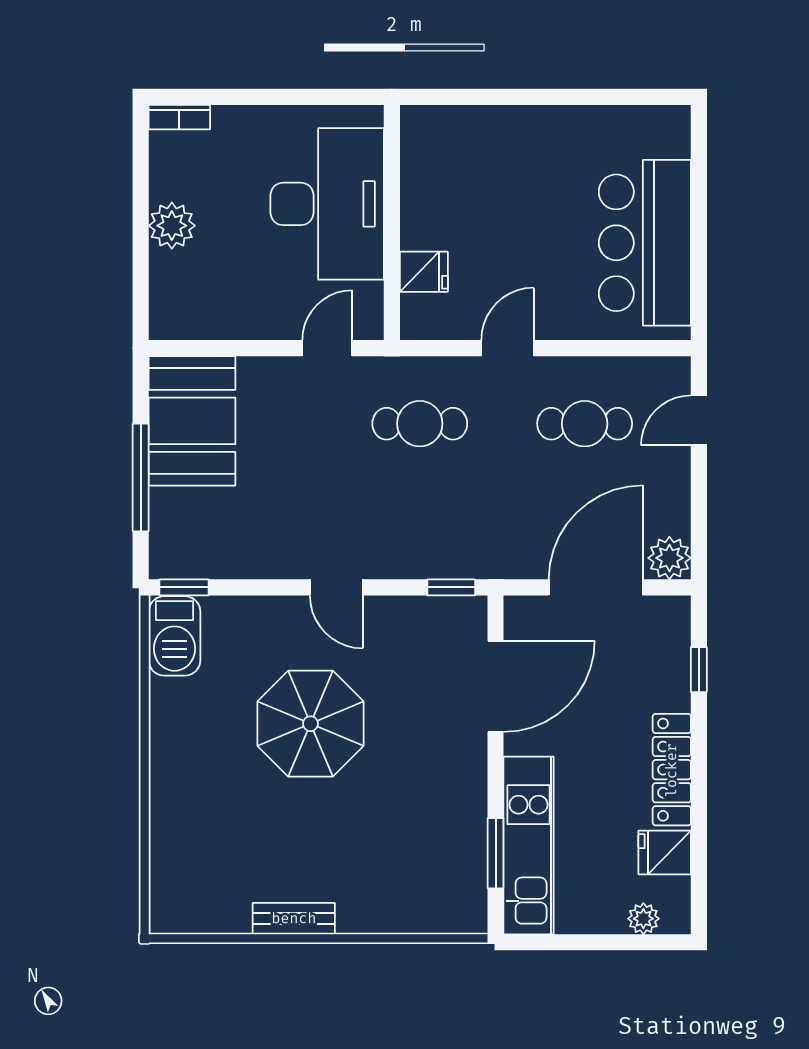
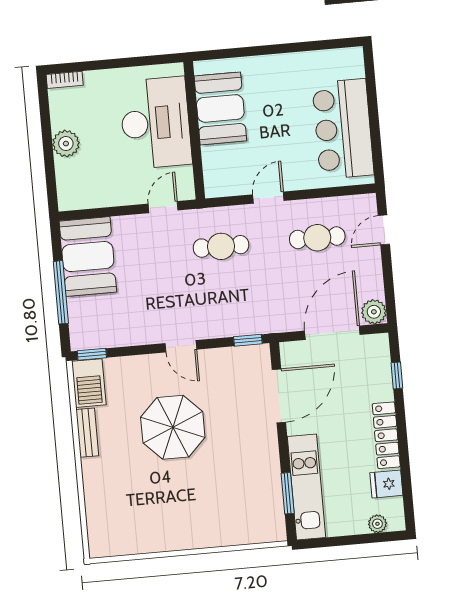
booth: (440, 189) -> (220, 108), added
fridge: (424, 272) -> (215, 157), removed
bench: (294, 919) -> (87, 433), moved, turned 90

